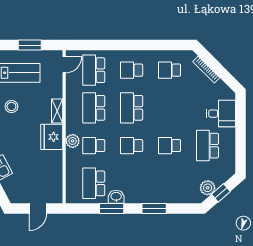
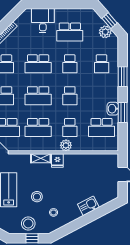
school desk: (170, 108) -> (38, 64), added
fridge: (52, 137) -> (57, 160), width x0.53, depth x0.75
school desk: (170, 183) -> (102, 64), added

